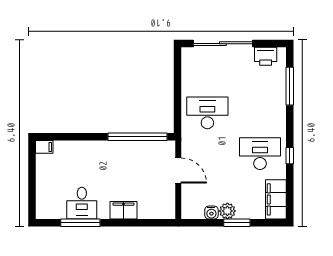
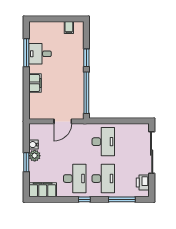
desk: (260, 113) -> (103, 179), added
window: (87, 137) -> (86, 58), added
filing cabinet: (44, 147) -> (69, 27), moved
window: (290, 156) -> (84, 199), moved

